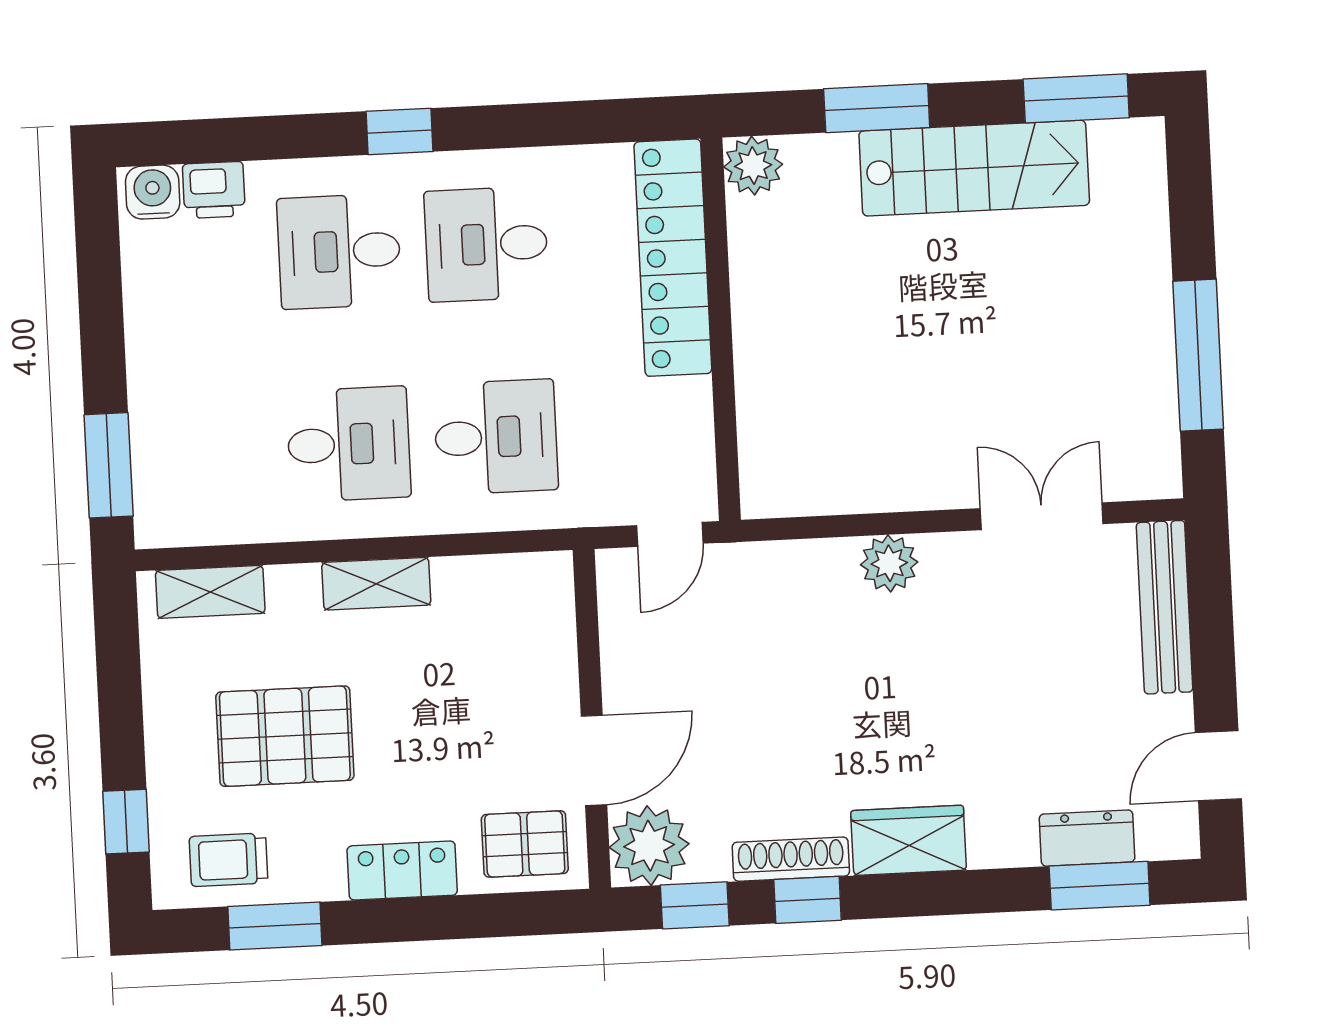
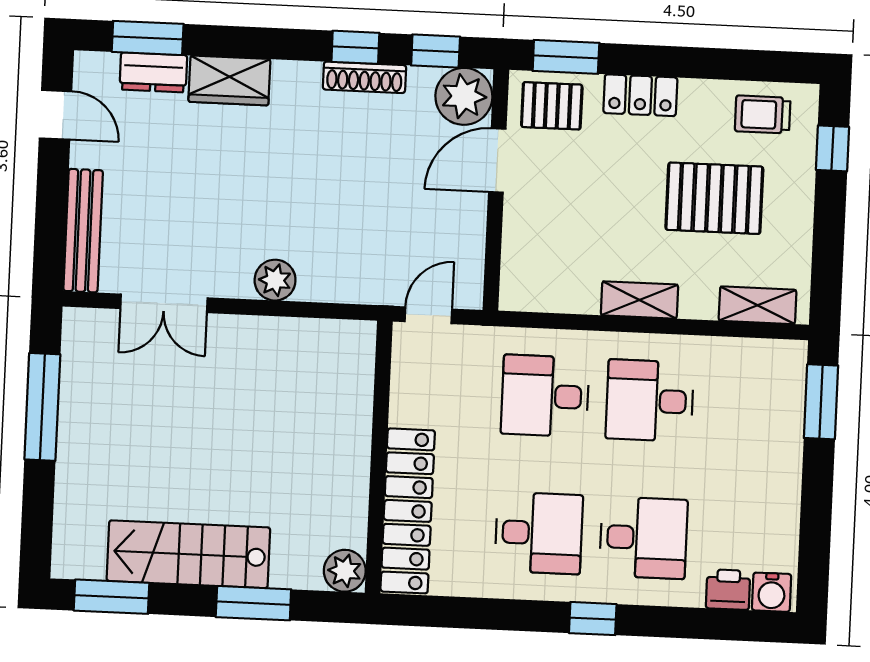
door: (1218, 766) -> (56, 115), hinge flipped
wardrobe: (909, 840) -> (229, 80), moved
trolley: (228, 860) -> (763, 114), turned 180
window: (275, 926) -> (566, 57), moved

